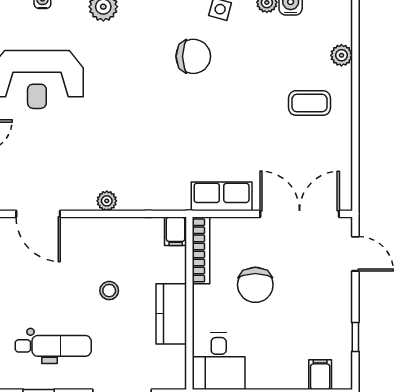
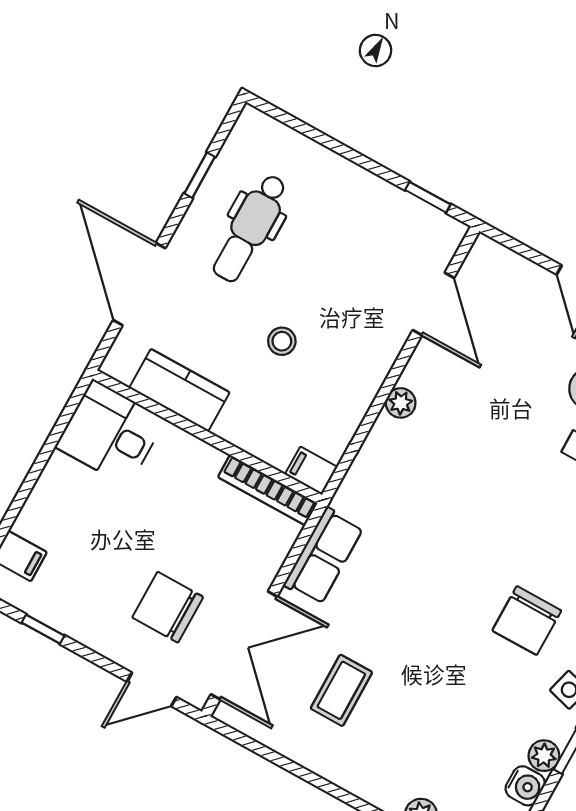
coffee table: (309, 103) -> (341, 690), moved
door: (38, 214) -> (433, 304), swing flipped
chair: (255, 285) -> (168, 607), moved
kitchen counter: (171, 314) -> (179, 390), moved

